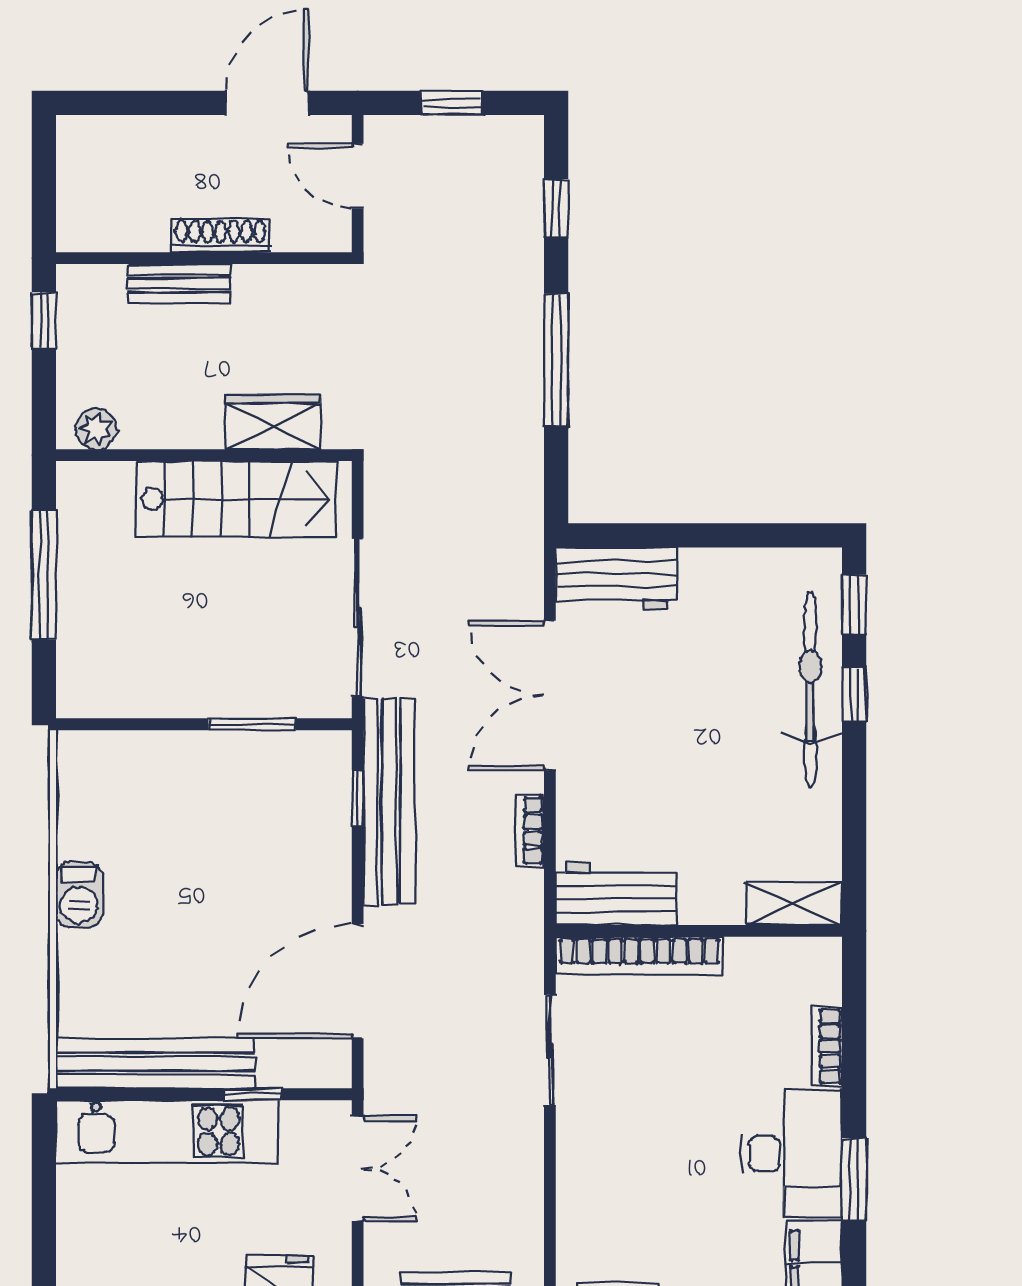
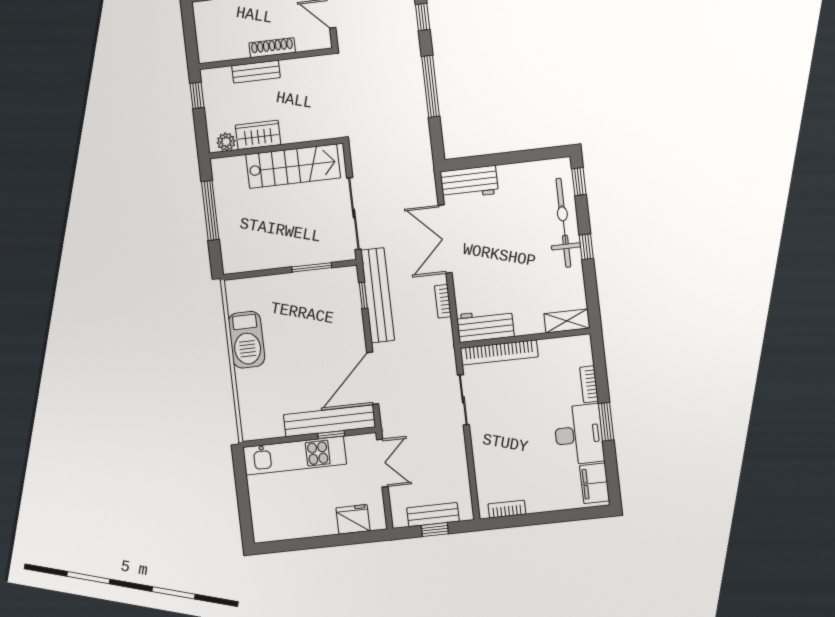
wardrobe: (273, 422) -> (258, 135), moved
window: (854, 695) -> (586, 247), moved
barbecue: (79, 895) -> (247, 340), width x1.88, depth x1.53
bench: (155, 1064) -> (329, 421), moved
window: (854, 1180) -> (606, 422), moved

